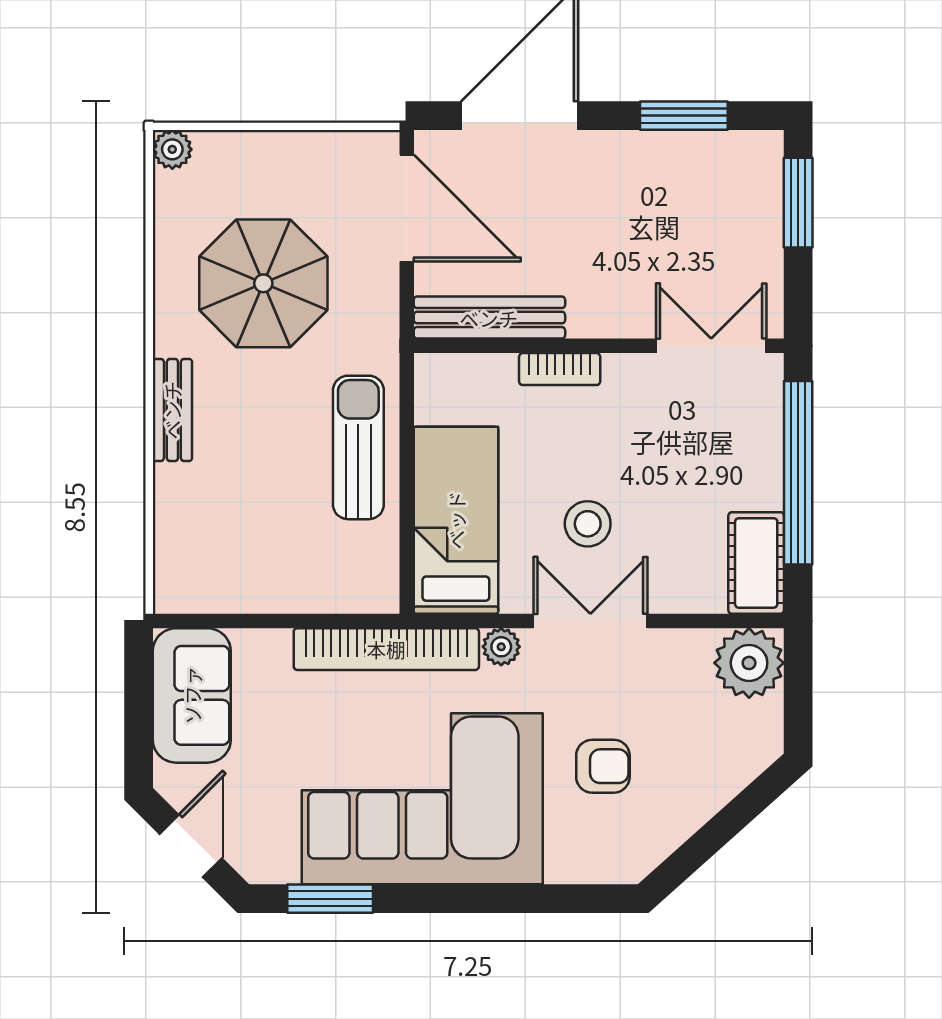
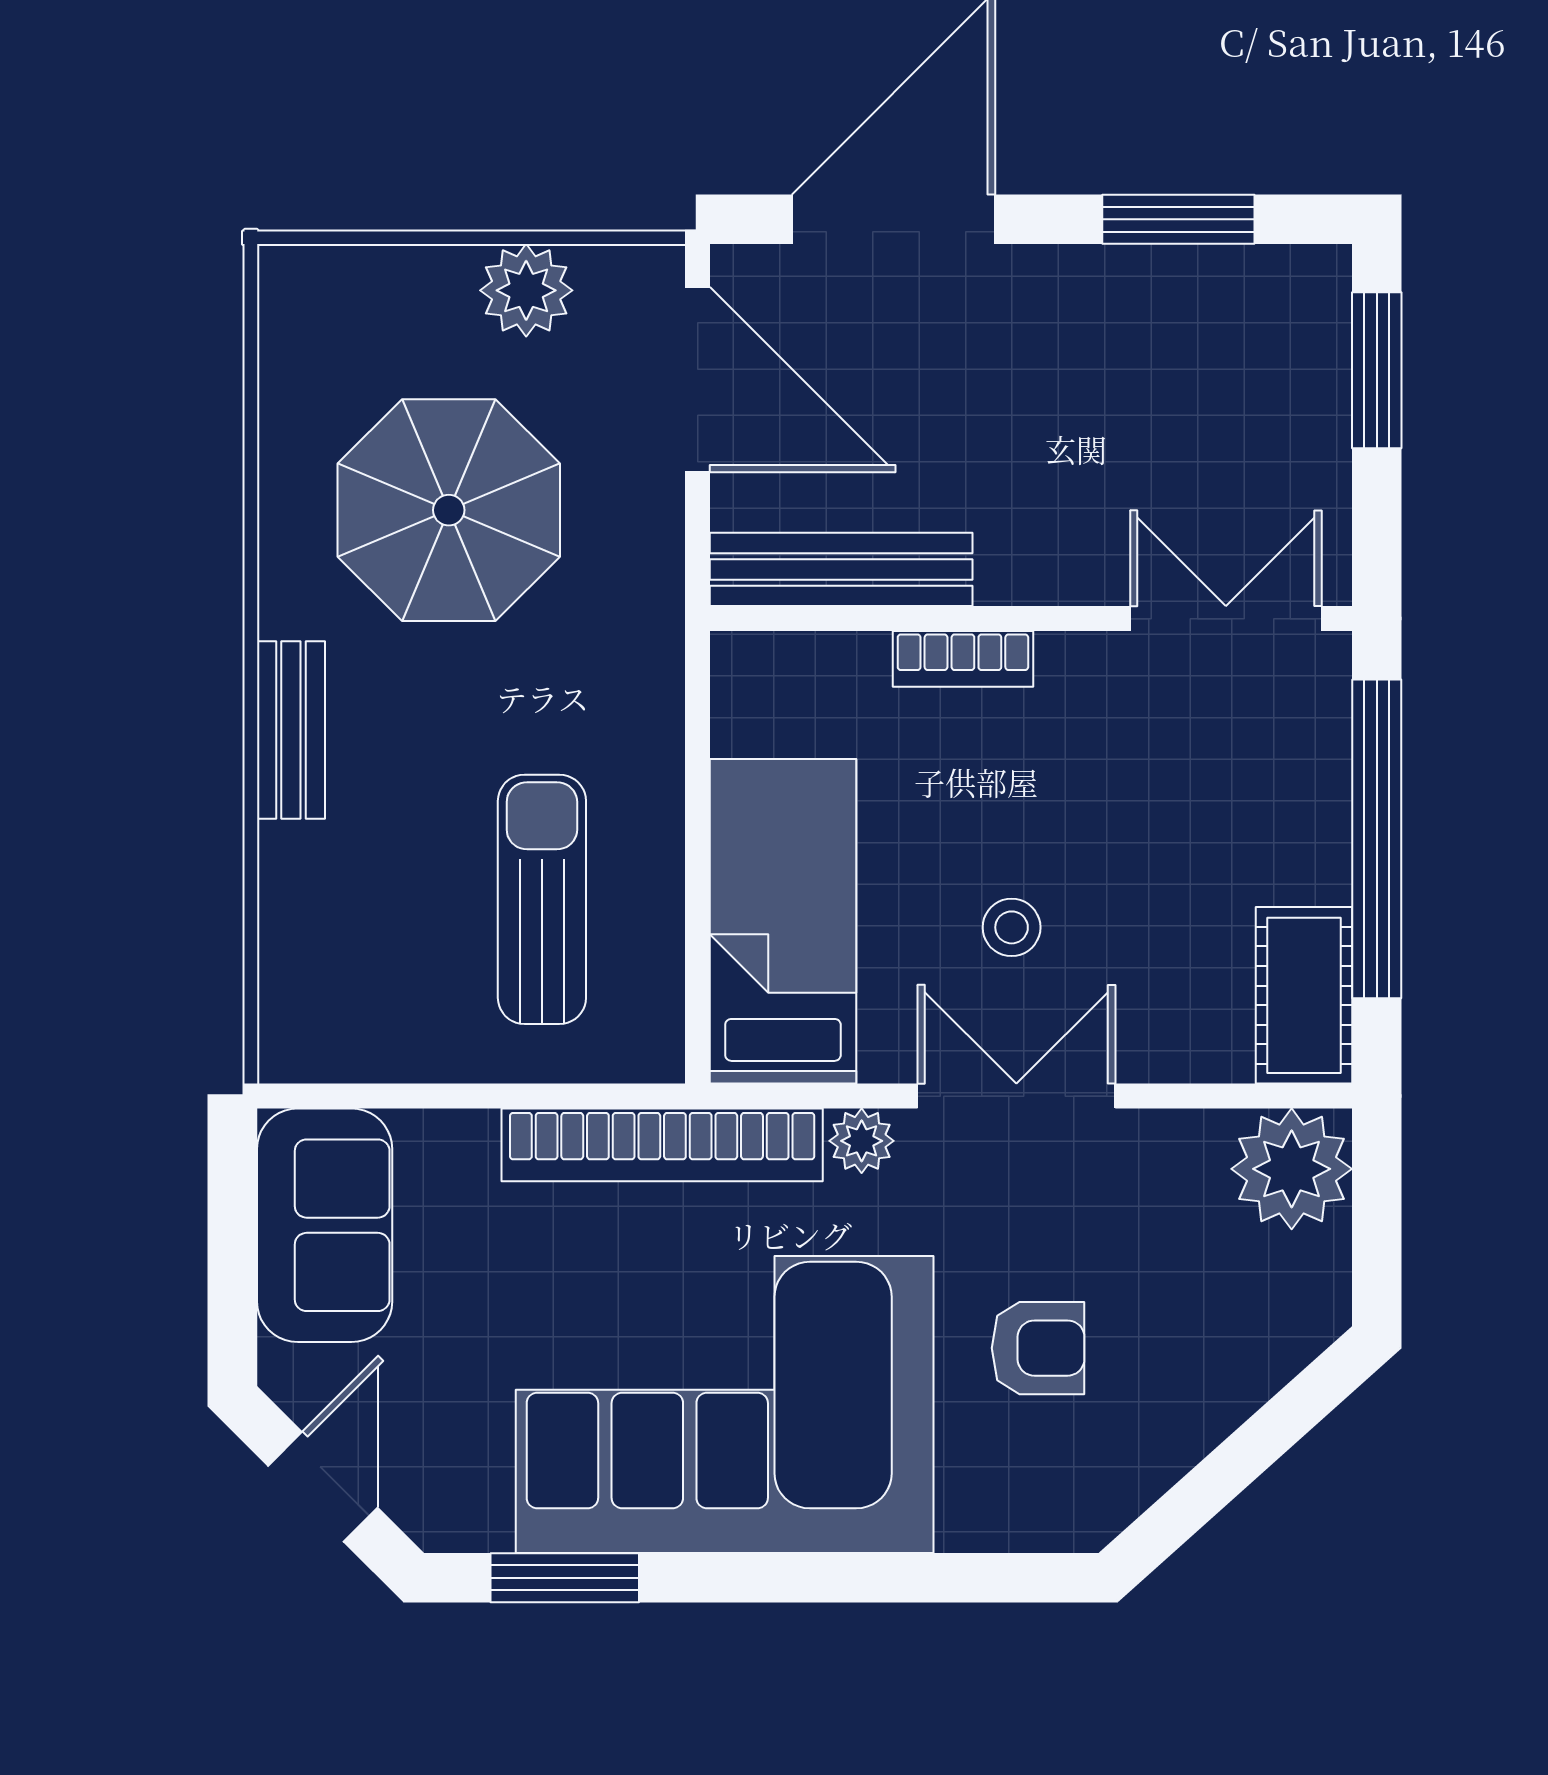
plant: (172, 149) -> (526, 290), moved, width x1.38, depth x1.38
sun lounger: (358, 447) -> (542, 899), moved
stool: (588, 524) -> (1012, 927), width x0.73, depth x0.73

